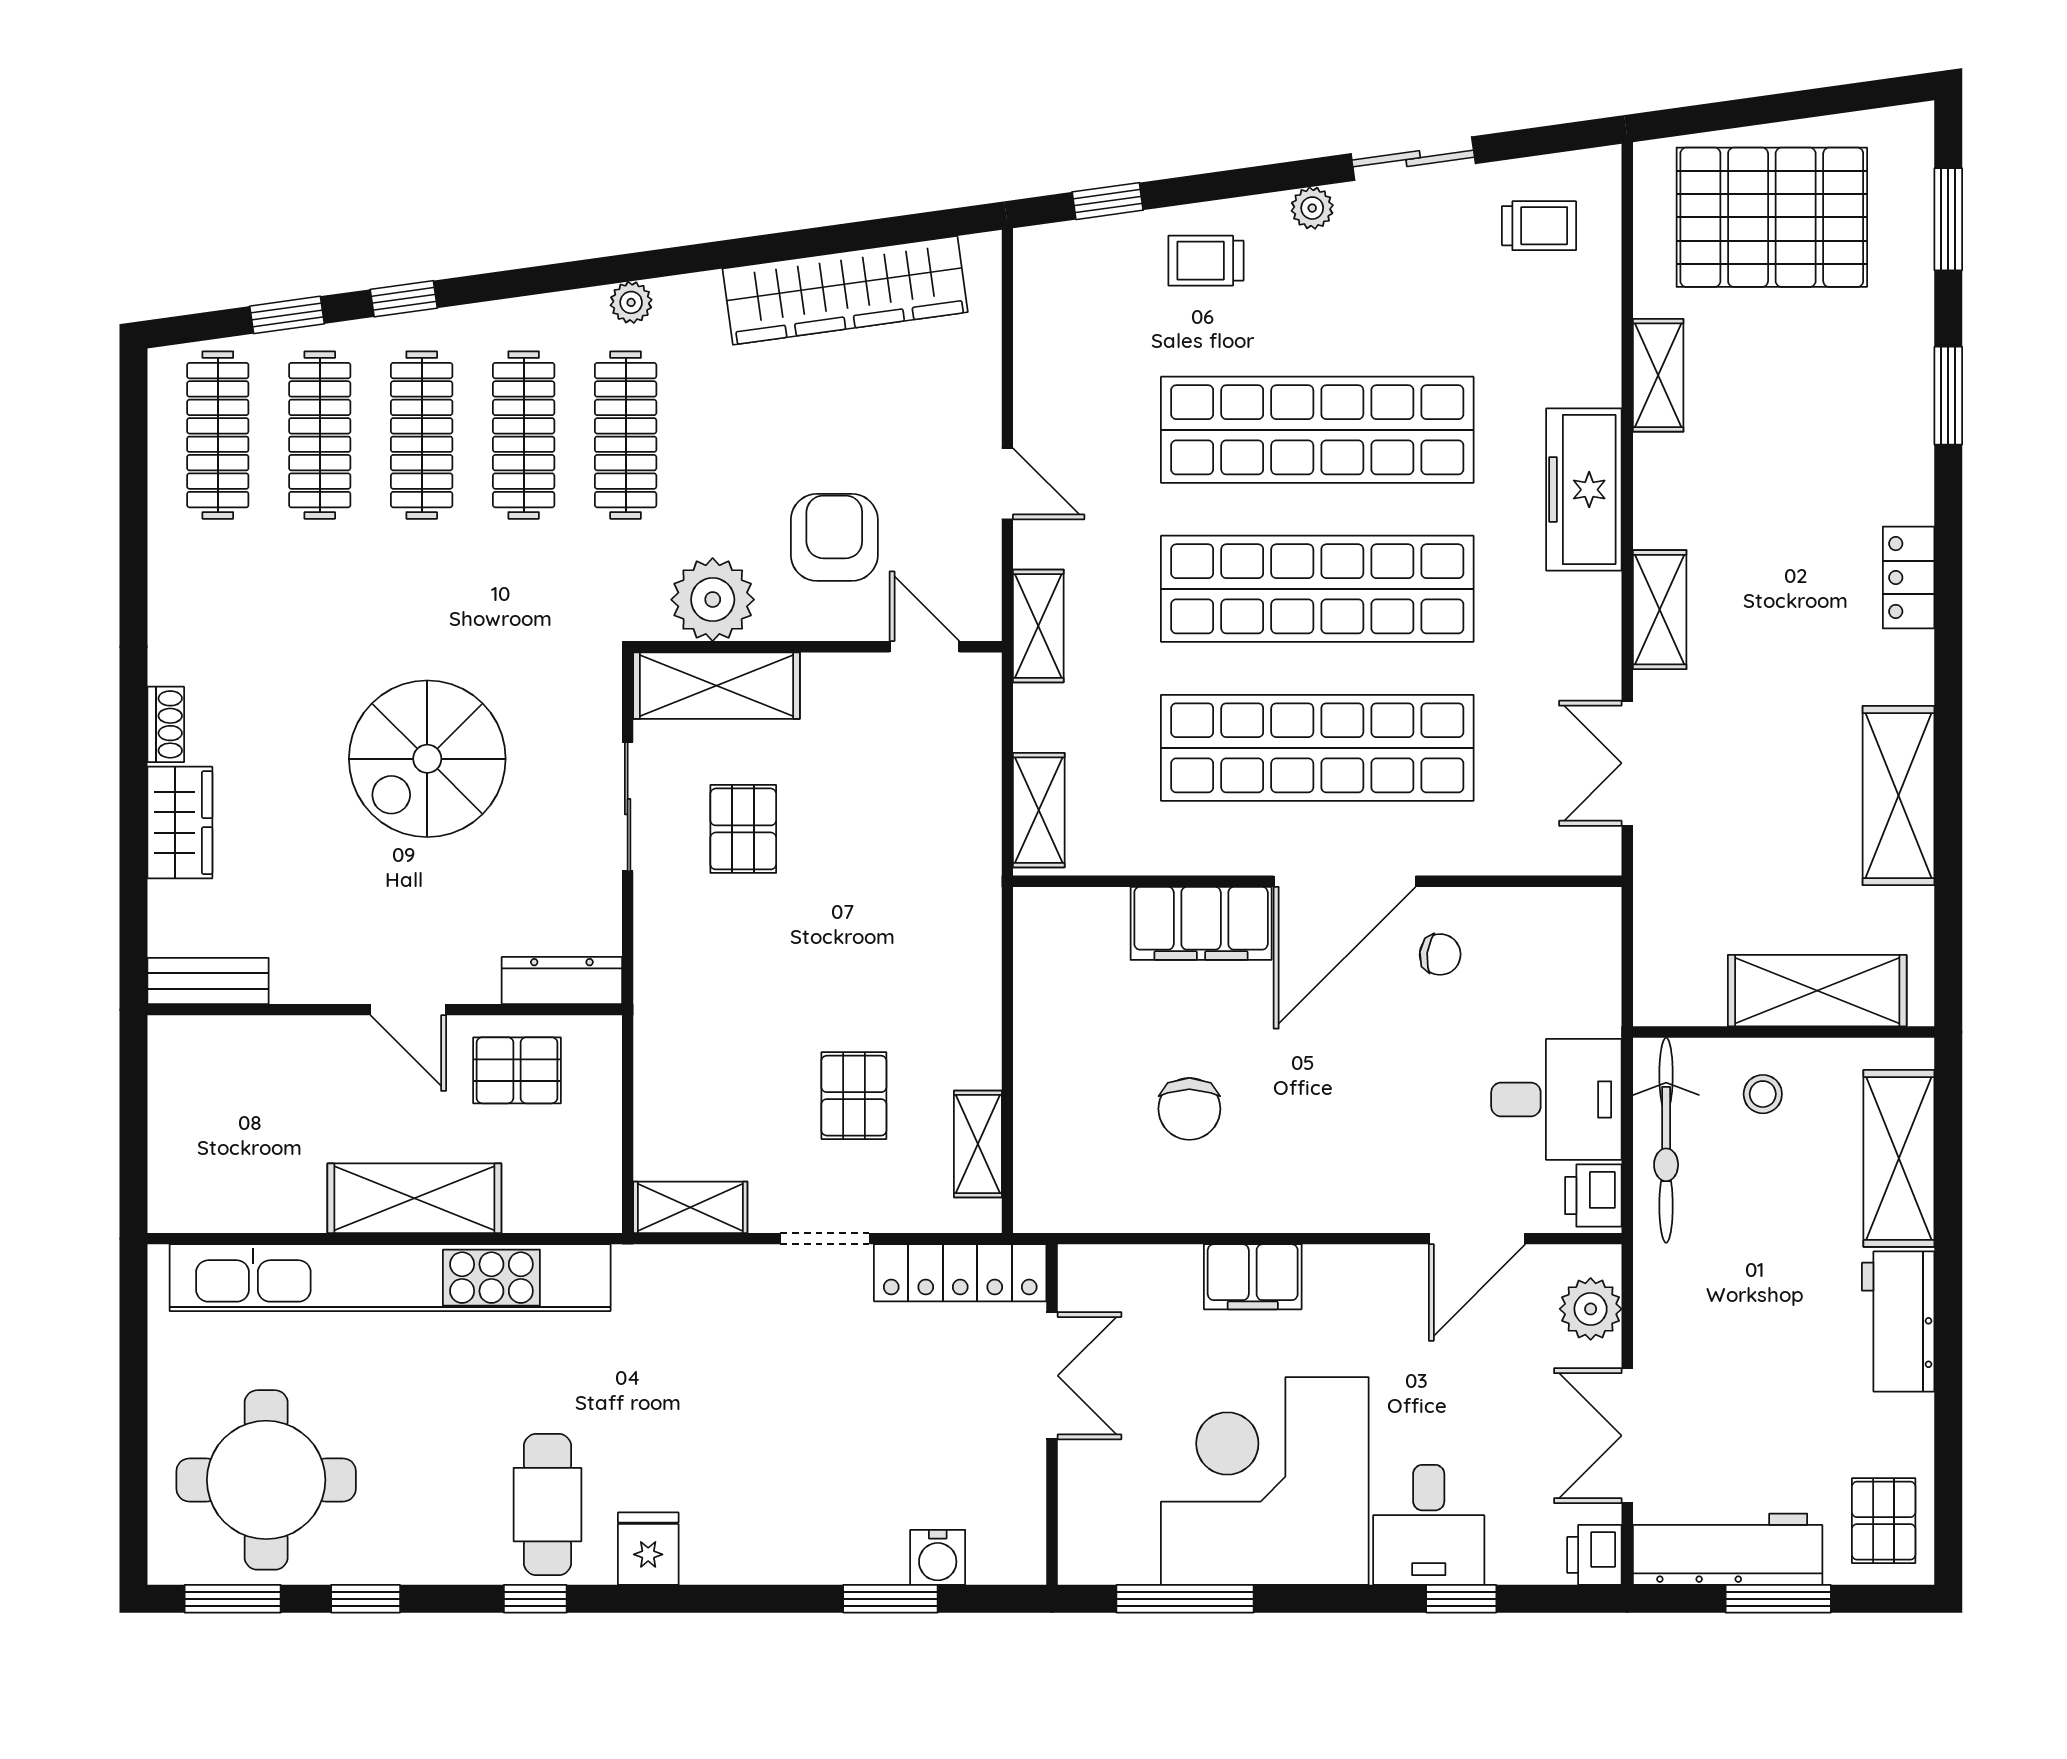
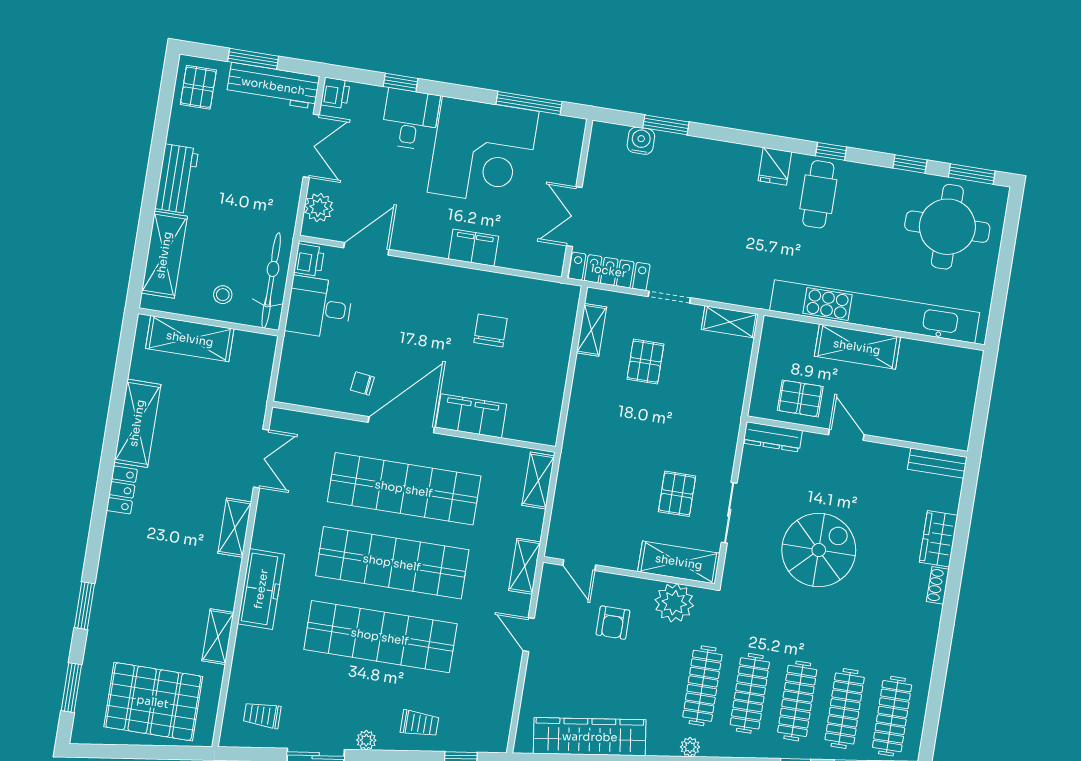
armchair: (834, 537) -> (613, 623), width x0.72, depth x0.72
locker: (1909, 578) -> (122, 490), moved

